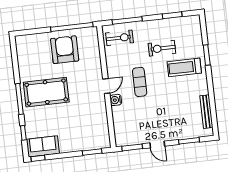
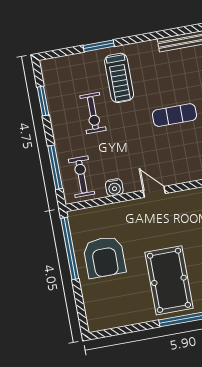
armchair: (65, 50) -> (104, 257), turned -90
exercise mat: (140, 82) -> (174, 115), moved
water cooler: (116, 100) -> (114, 187), moved

